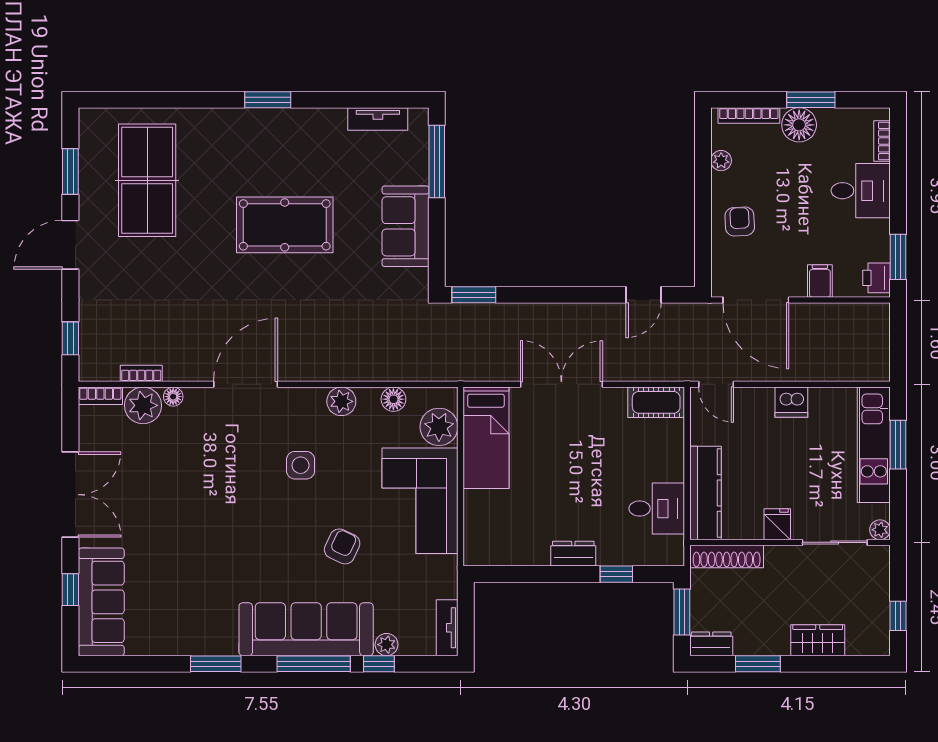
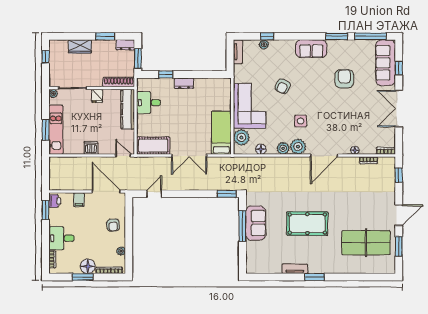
tv unit: (378, 119) -> (295, 269), moved
window: (437, 162) -> (242, 226), moved
table tennis table: (147, 180) -> (366, 243), turned 90
cot: (656, 402) -> (153, 146), width x1.37, depth x1.34
plant: (143, 405) -> (298, 147), moved
armchair: (198, 565) -> (344, 79), added
sofa: (306, 629) -> (311, 49), width x0.54, depth x0.79
window: (314, 664) -> (371, 36), moved

